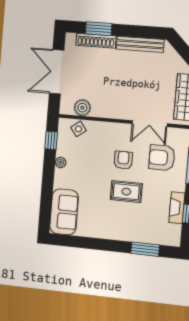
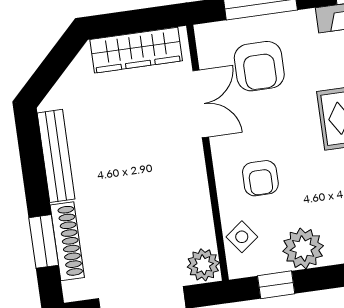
plant: (82, 108) -> (203, 265), moved
armchair: (123, 160) -> (260, 178), moved, turned -90
plant: (61, 162) -> (303, 248), width x1.87, depth x1.87

